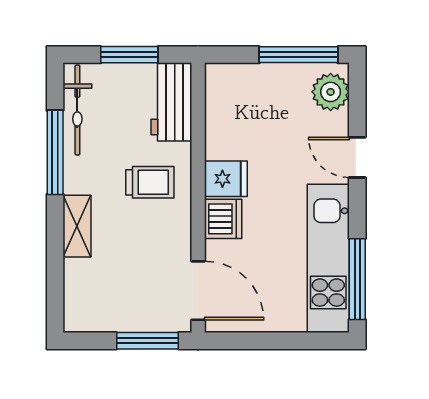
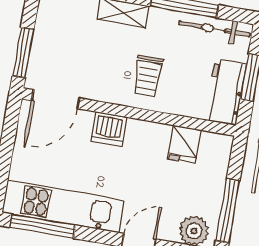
workbench: (171, 102) -> (226, 92), moved, turned -90
fridge: (226, 179) -> (184, 144), moved

